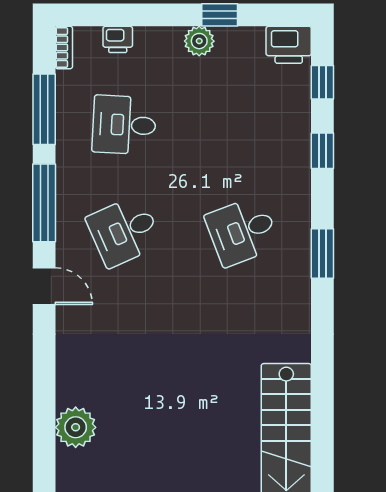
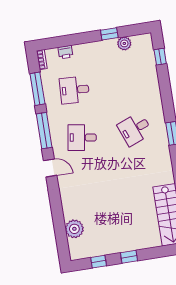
plant: (199, 41) -> (124, 43), moved
printer: (289, 45) -> (142, 42), removed
window: (322, 151) -> (165, 87), removed
desk: (124, 231) -> (82, 138), turned 33

